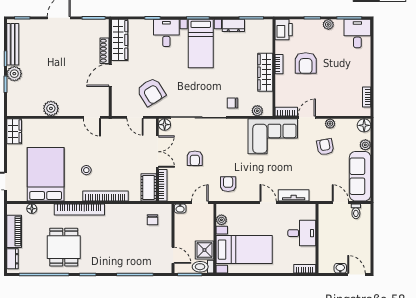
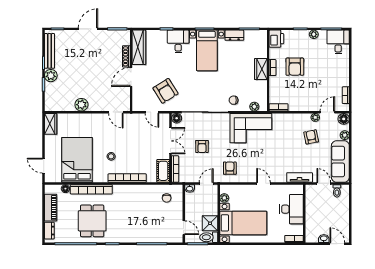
wardrobe: (265, 72) -> (261, 69), width x0.67
door: (307, 117) -> (327, 112), moved
corner sofa: (273, 136) -> (251, 128), moved
tv unit: (294, 195) -> (300, 177), moved
bookcase: (79, 209) -> (91, 189), moved
desk: (302, 233) -> (292, 209), width x1.37

